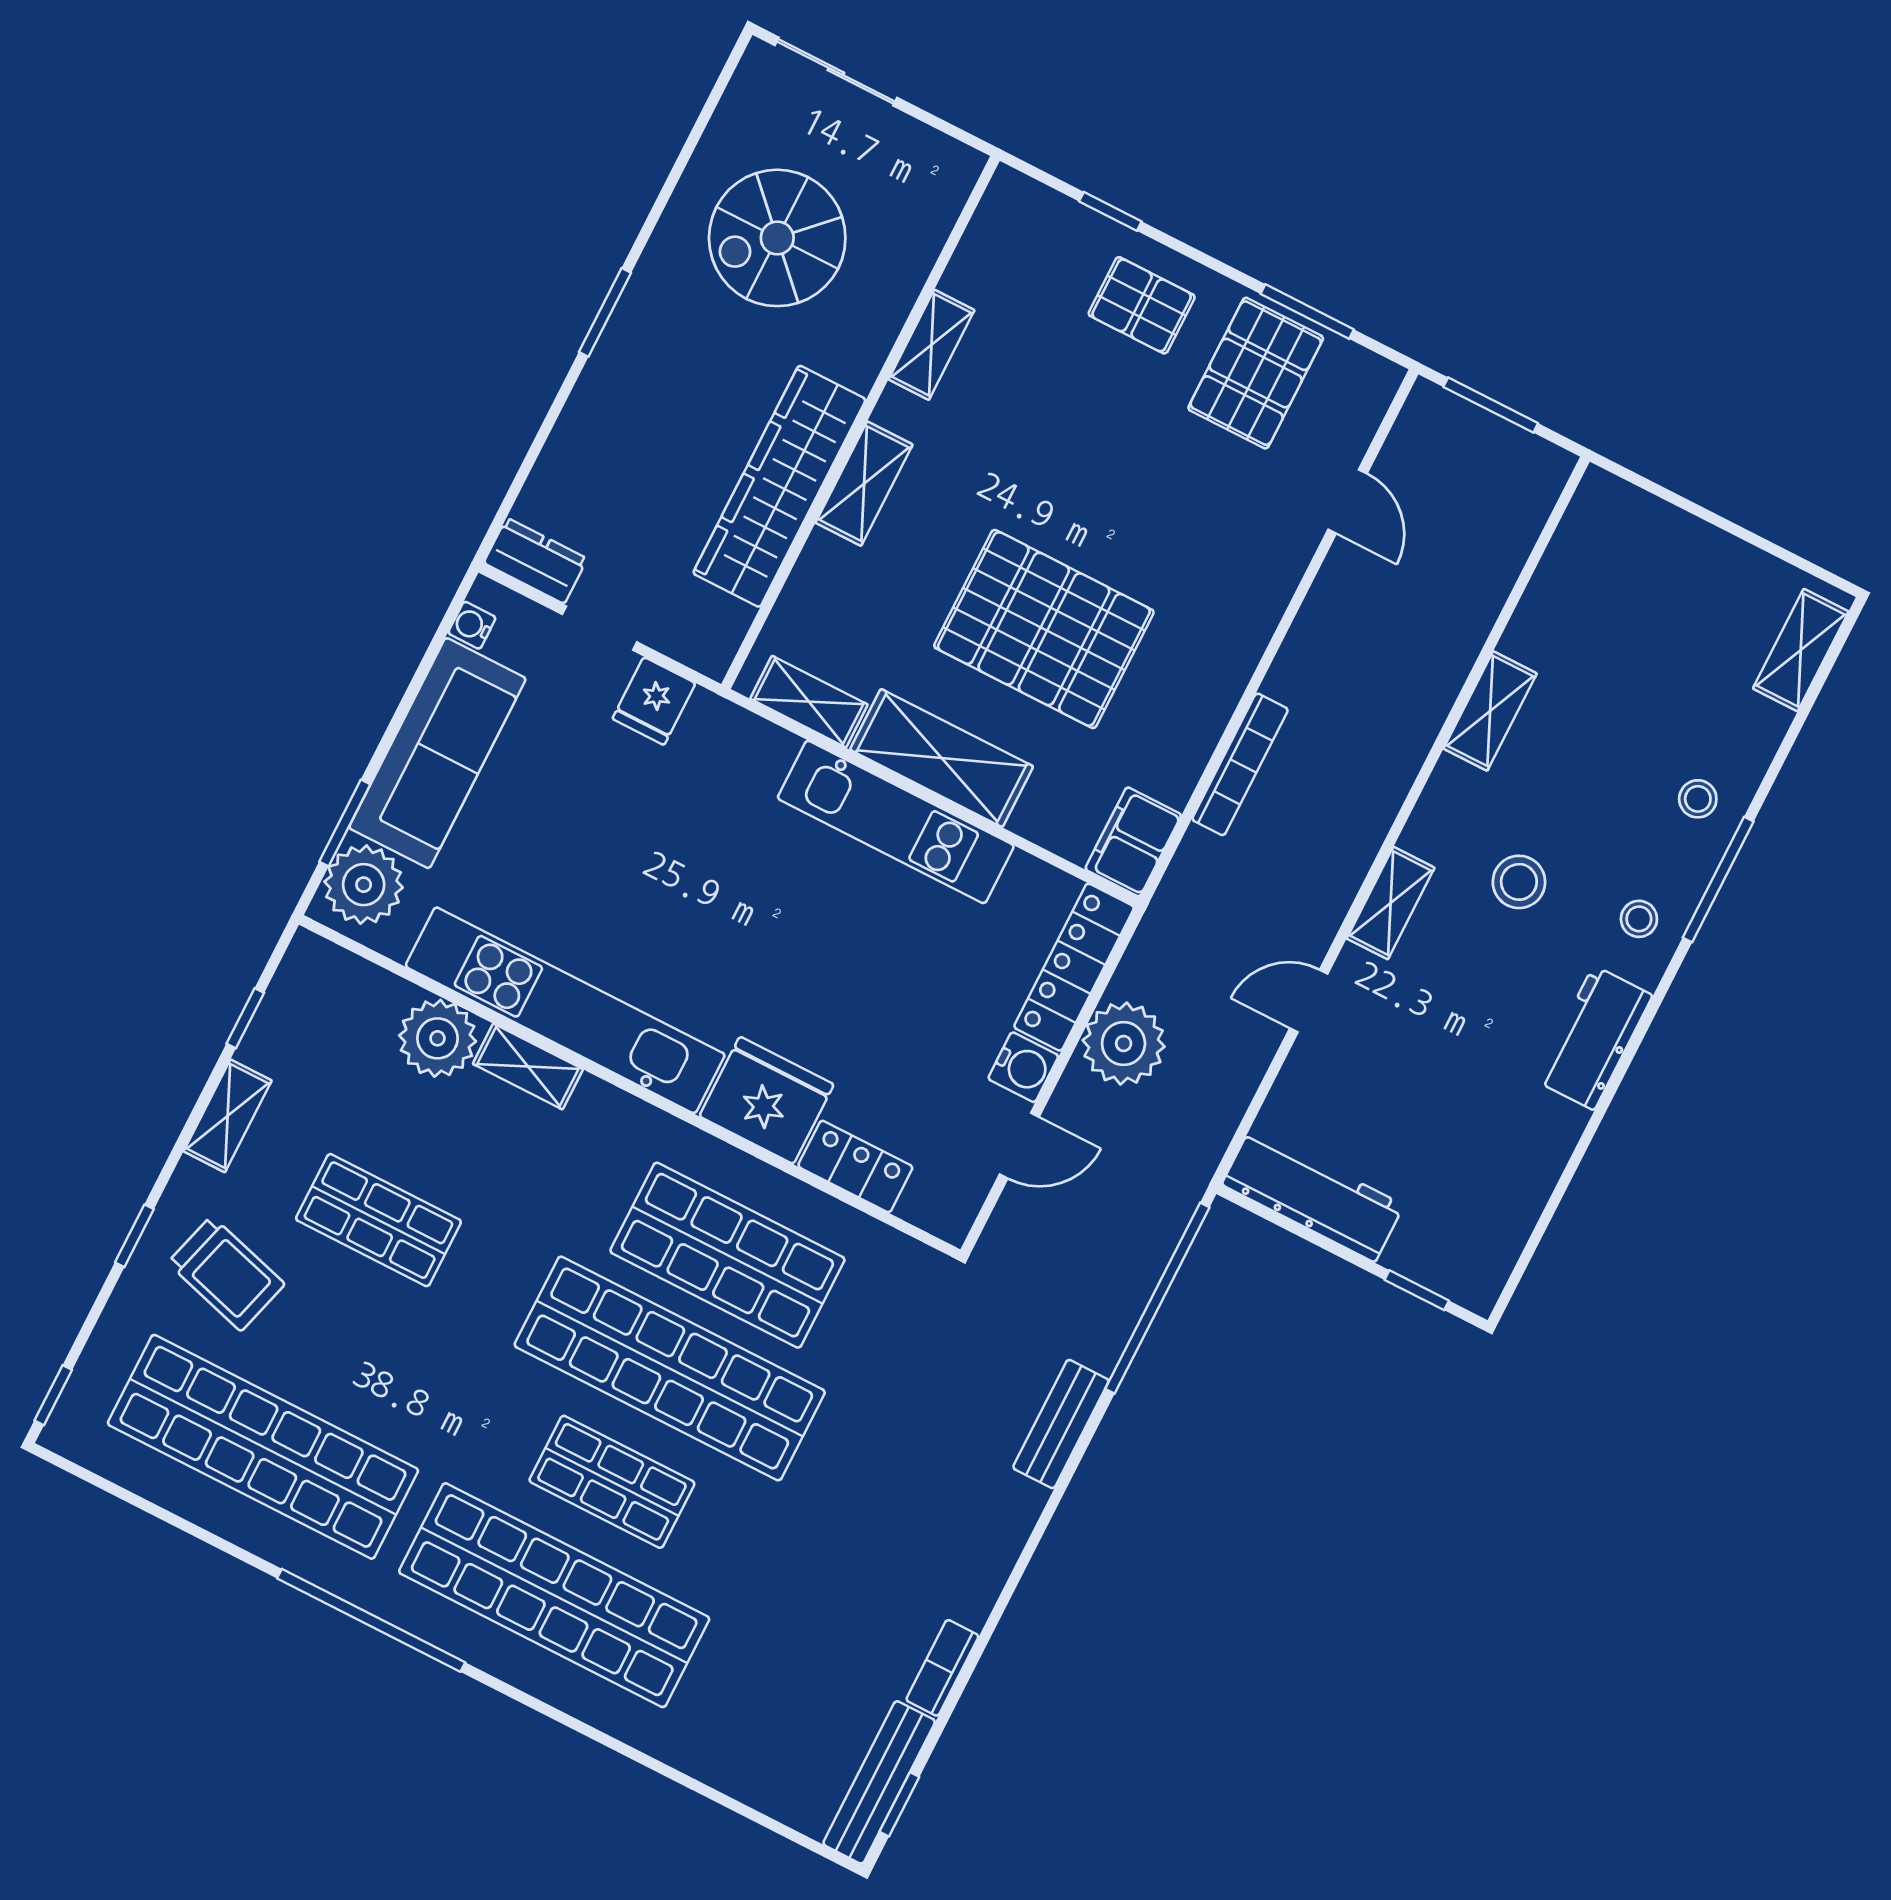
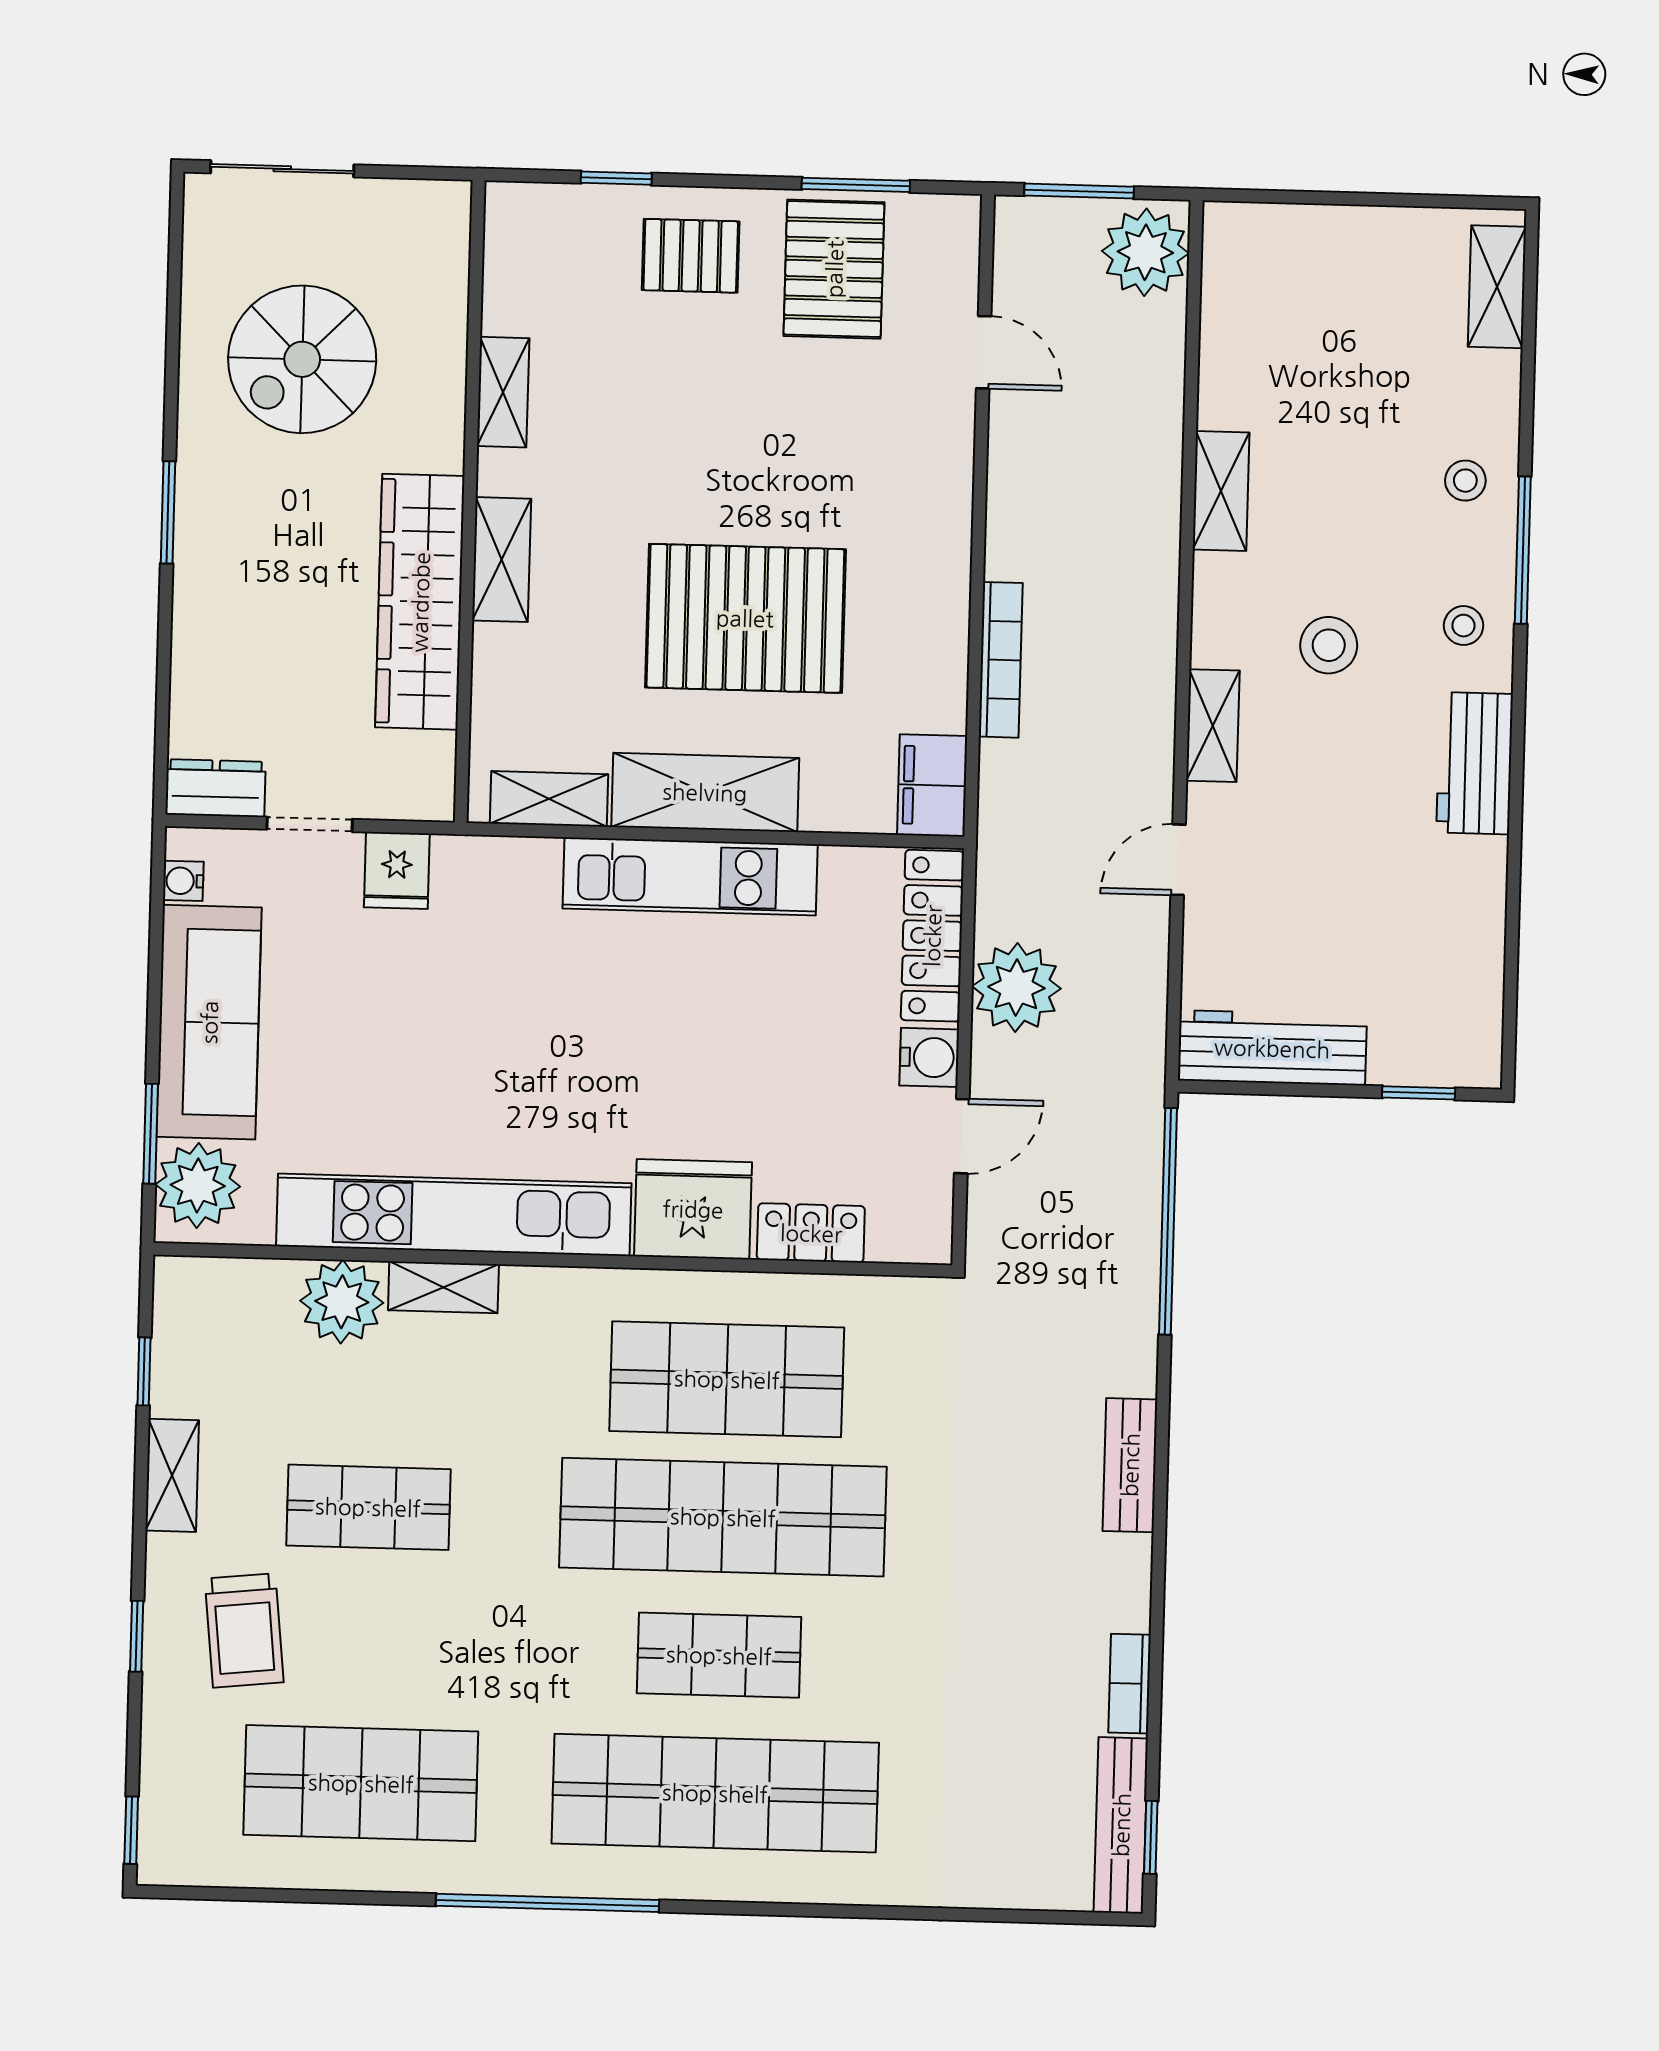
plant: (1522, 482) -> (1145, 252), added
trolley: (226, 1274) -> (244, 1630), turned 68
bench: (1061, 1424) -> (1130, 1465), moved
shop shelf: (263, 1447) -> (361, 1783), width x0.71

